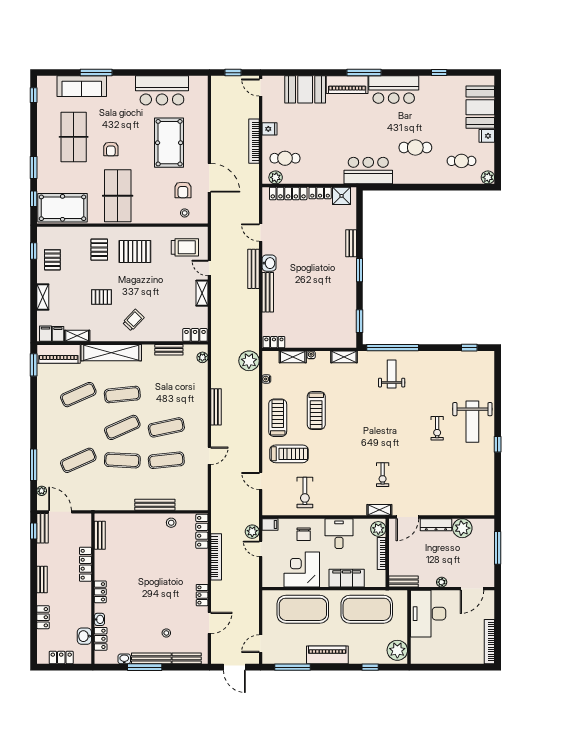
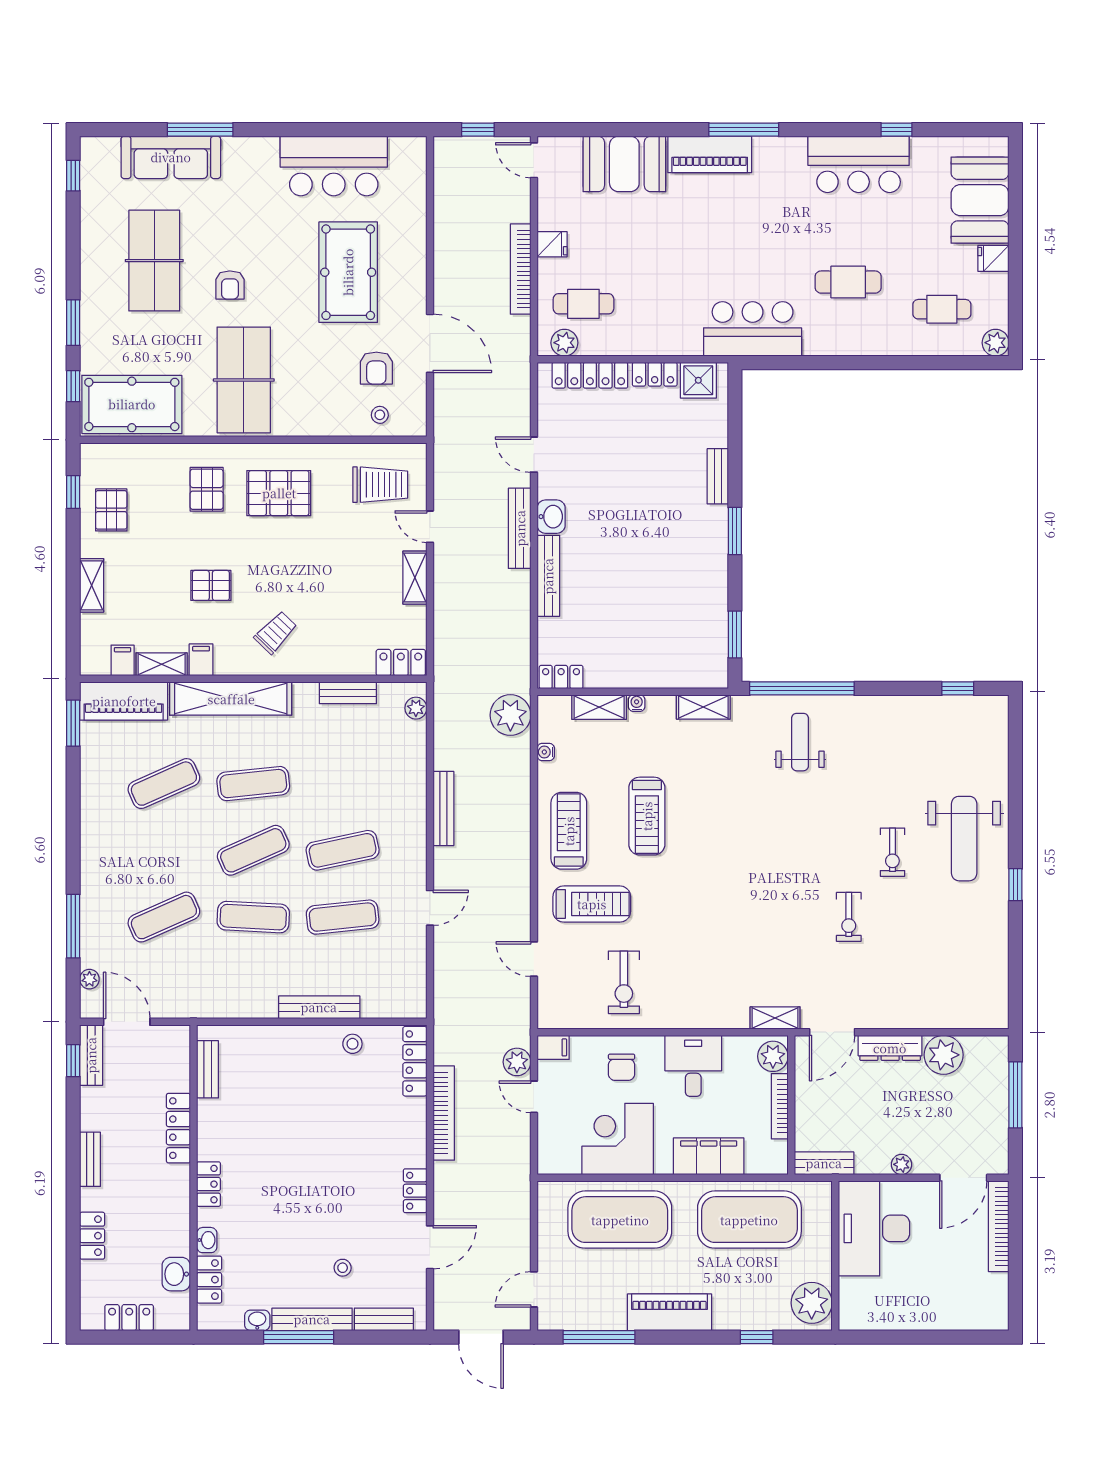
bar counter: (394, 90) -> (859, 164), moved
filing cabinet: (45, 334) -> (201, 660), moved
exercise bike: (383, 475) -> (849, 917), moved
bookcase: (489, 642) -> (999, 1226), moved

